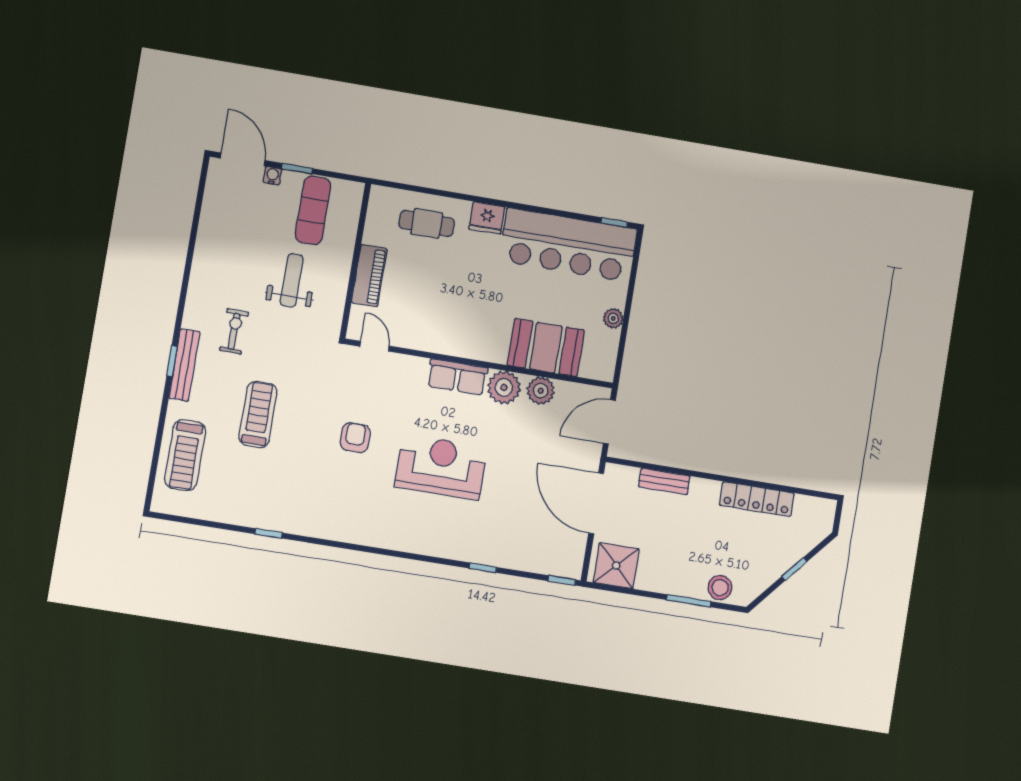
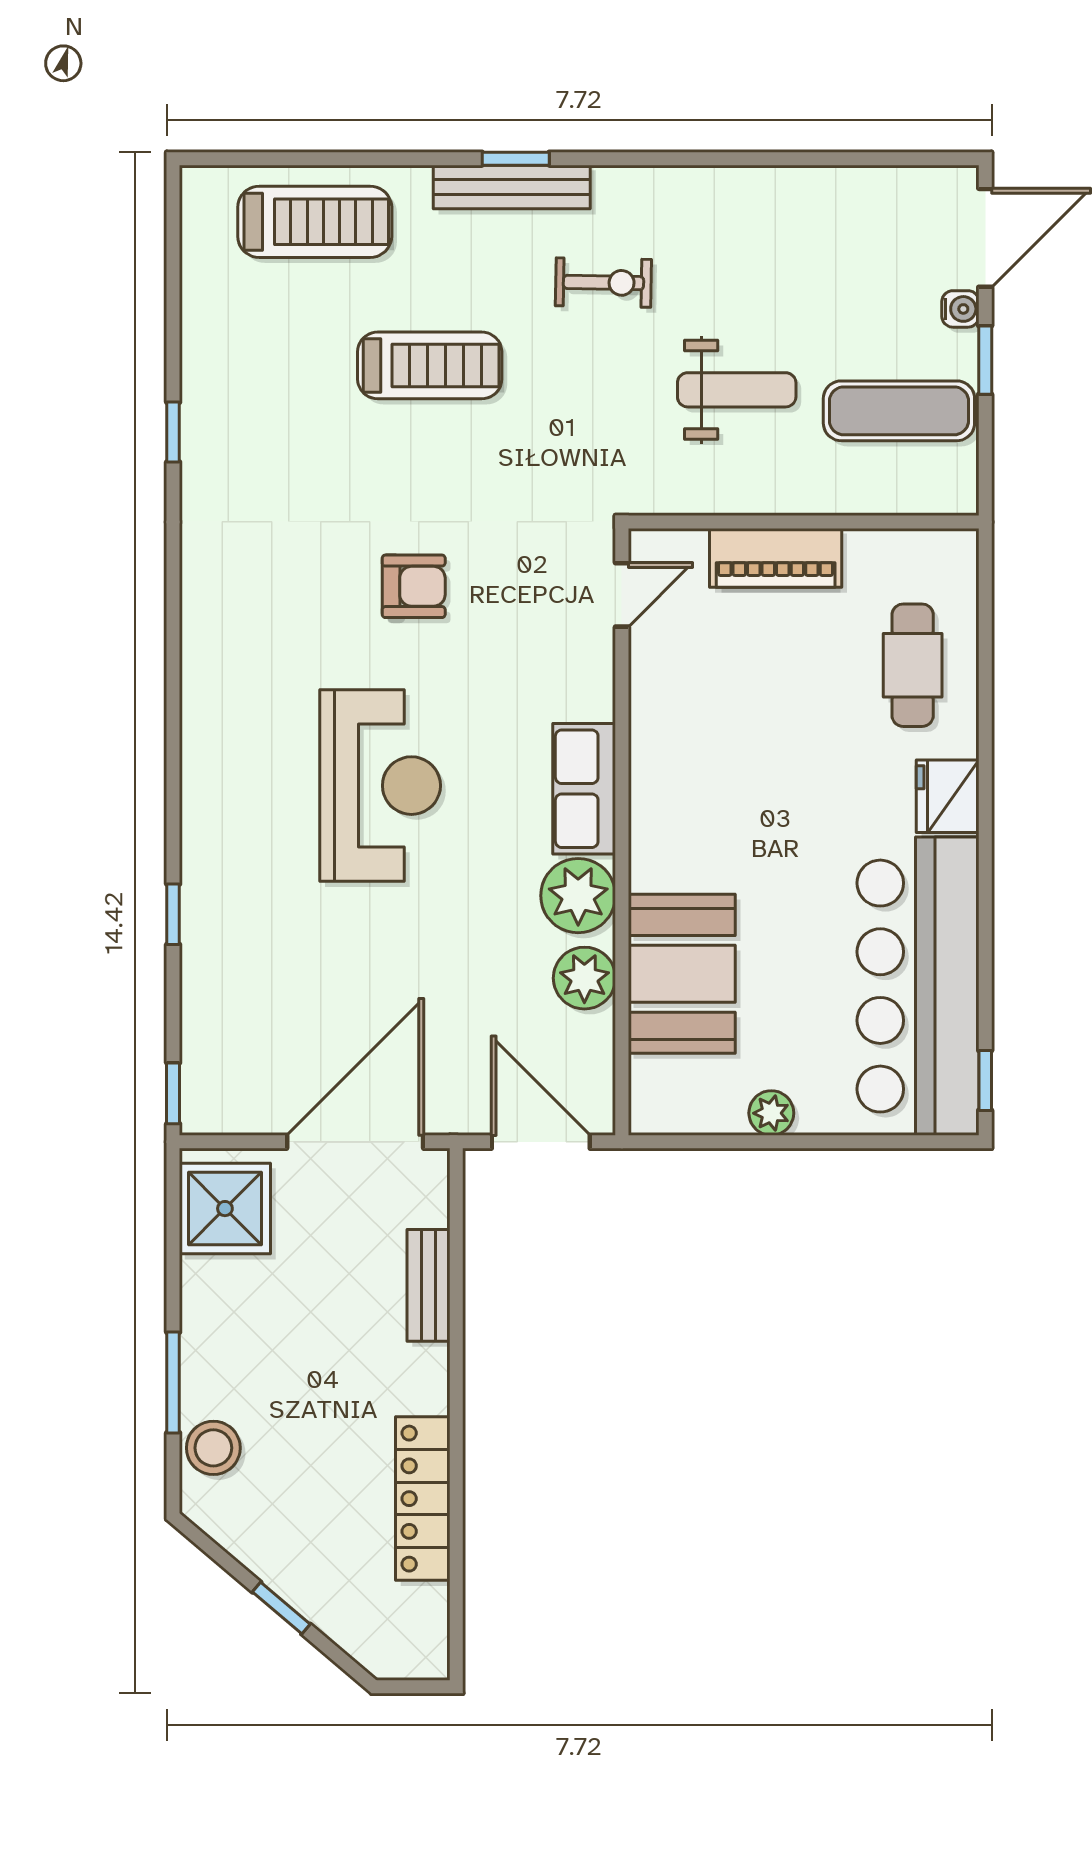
treadmill: (185, 455) -> (315, 222), turned 180

